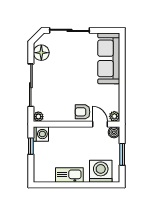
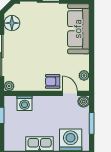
plant: (114, 116) -> (84, 75), moved
washing machine: (41, 134) -> (25, 103), moved, turned 90

